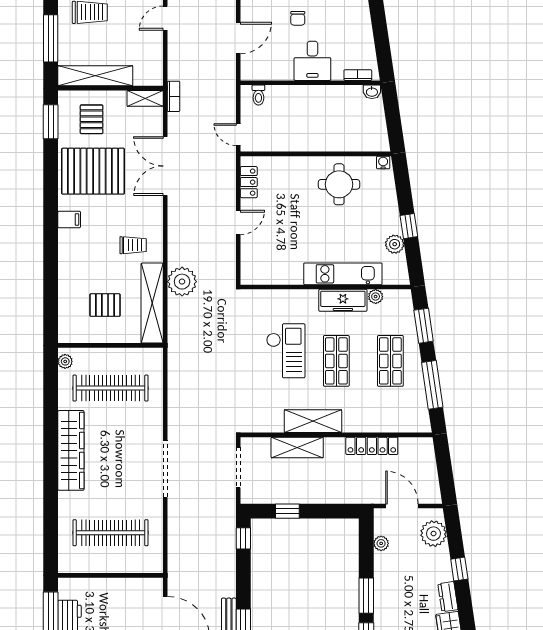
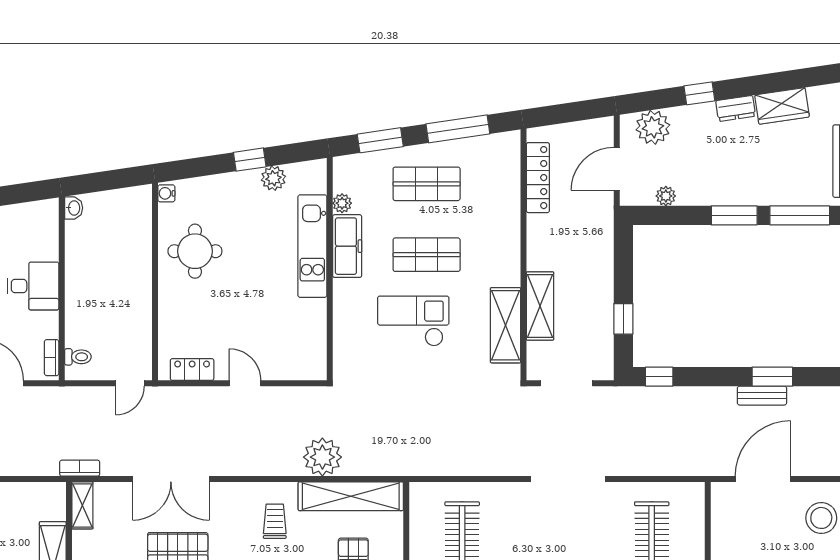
bookcase: (358, 75) -> (52, 358), moved
shelving: (313, 421) -> (506, 325), moved
locker: (372, 446) -> (538, 178), moved

